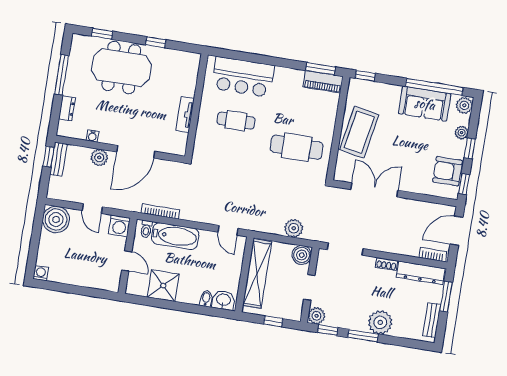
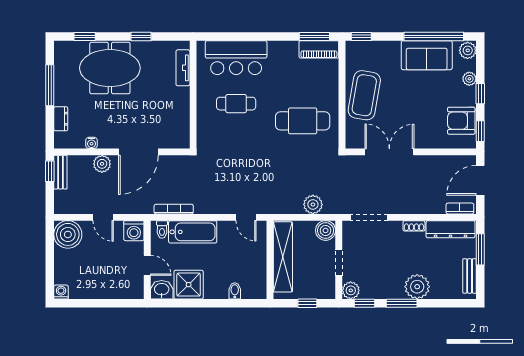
tv unit: (185, 115) -> (183, 68), moved
washbasin: (223, 300) -> (162, 290), moved

